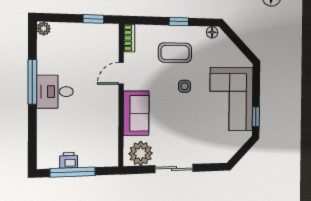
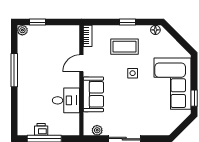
window: (93, 19) -> (38, 22), moved
desk: (55, 92) -> (66, 100), moved, turned 180
plant: (141, 153) -> (97, 130), width x0.53, depth x0.53

